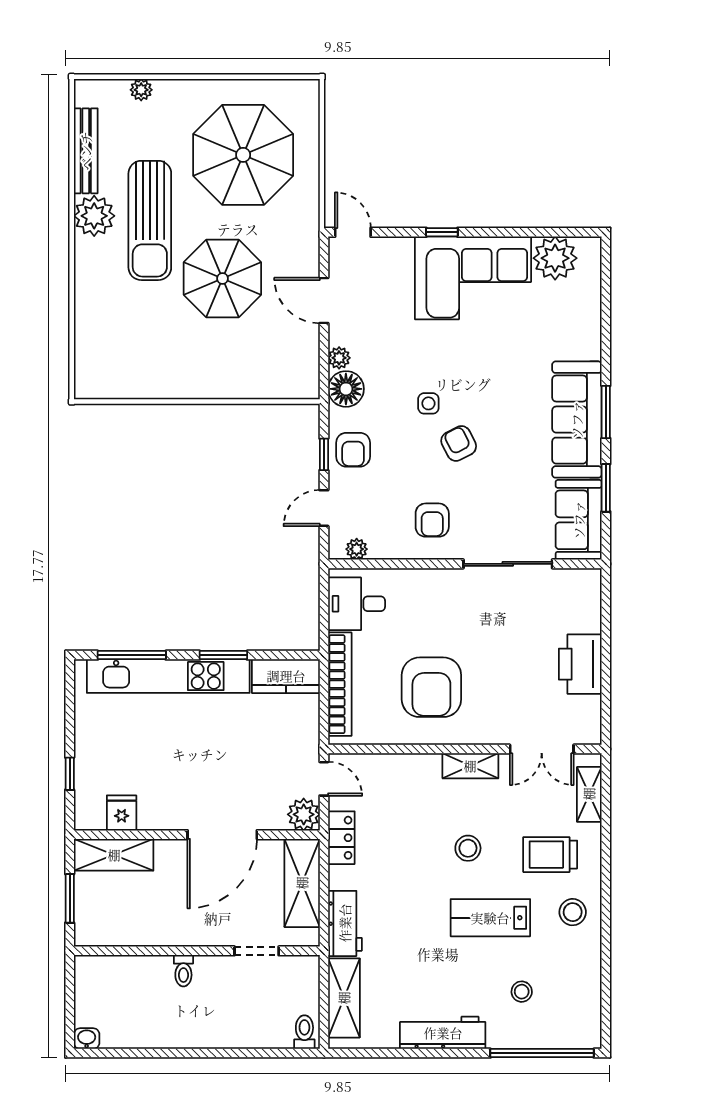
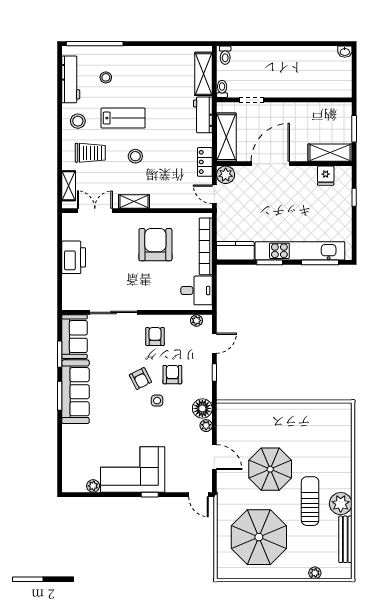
sun lounger: (150, 220) -> (310, 501), width x0.73, depth x0.75
plant: (555, 258) -> (93, 486), width x0.53, depth x0.53
armchair: (353, 450) -> (172, 375), moved
toilet: (183, 971) -> (222, 89), moved
workbench: (443, 1033) -> (71, 79), moved, turned -90

